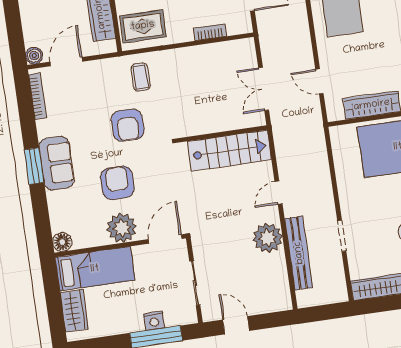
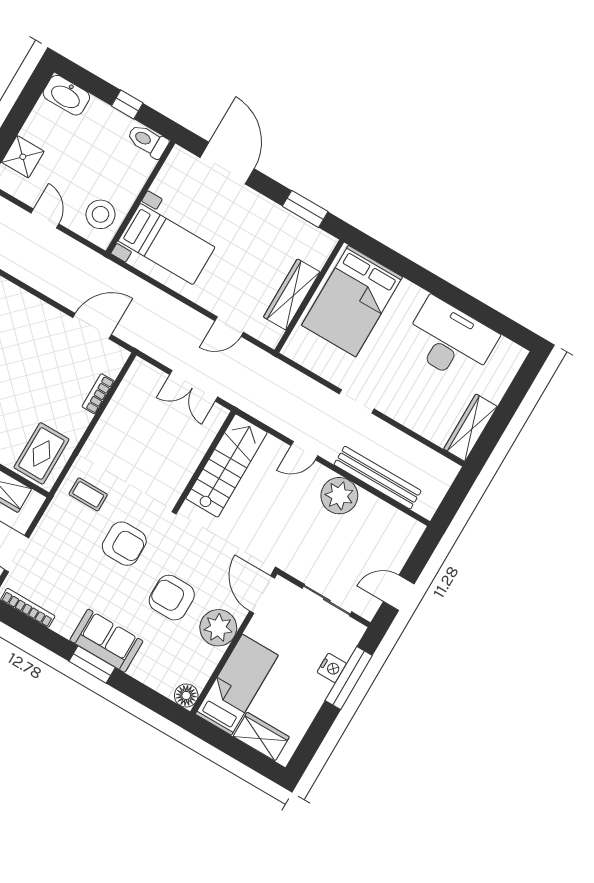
door: (279, 193) -> (304, 451), hinge flipped
doorway: (342, 236) -> (357, 401), moved

